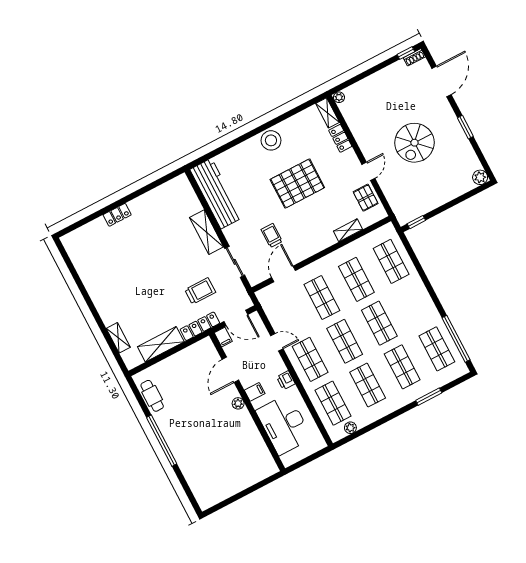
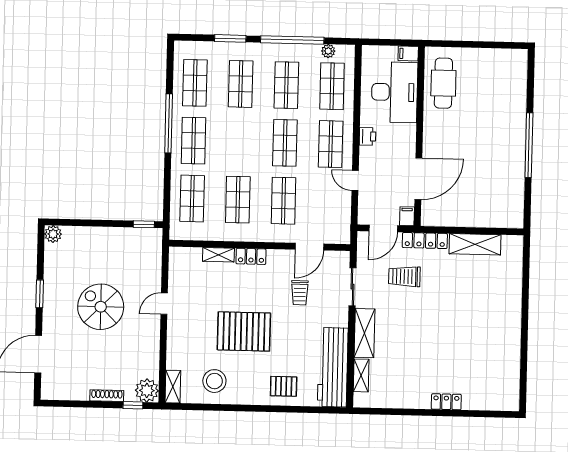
window: (406, 53) -> (133, 405), moved
shoe rack: (414, 57) -> (107, 396), moved, width x1.43
plant: (339, 97) -> (147, 390), width x1.88, depth x1.88
locker: (340, 138) -> (251, 256), moved, turned 90
stool: (271, 140) -> (214, 381), moved
spiral stairs: (414, 143) -> (101, 307), turned -90
pallet: (366, 198) -> (284, 386), moved, turned 90
door: (236, 318) -> (383, 228), swing flipped
shop shelf: (379, 323) -> (194, 141), moved
shelving: (118, 338) -> (361, 375), moved
window: (456, 339) -> (169, 123), moved
door: (230, 370) -> (418, 179), width x1.36
filing cabinet: (255, 392) -> (408, 54), moved
cafe table: (152, 396) -> (443, 83), moved, width x1.37, depth x1.35
plant: (238, 403) -> (429, 140), removed
window: (382, 421) -> (292, 40), added

